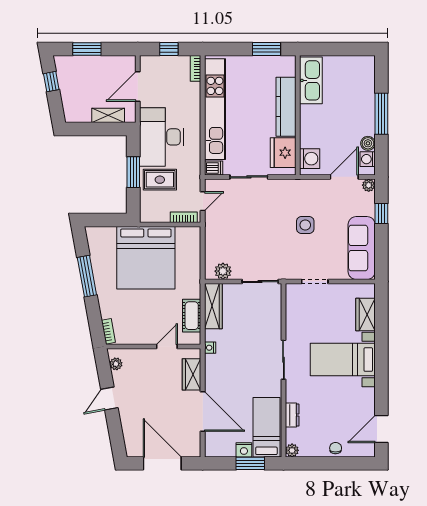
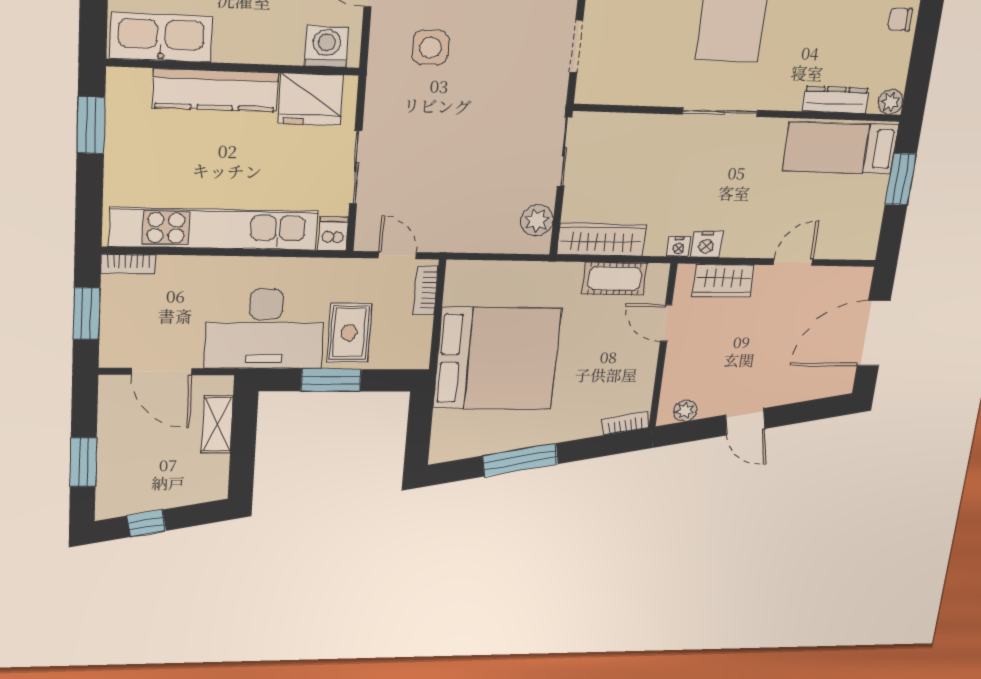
window: (169, 49) -> (87, 314), width x1.50
side table: (305, 225) -> (430, 47), moved
door: (203, 411) -> (793, 262), width x0.53
dresser: (292, 415) -> (835, 100), width x1.44
nightstand: (244, 450) -> (707, 244), moved, turned 90

